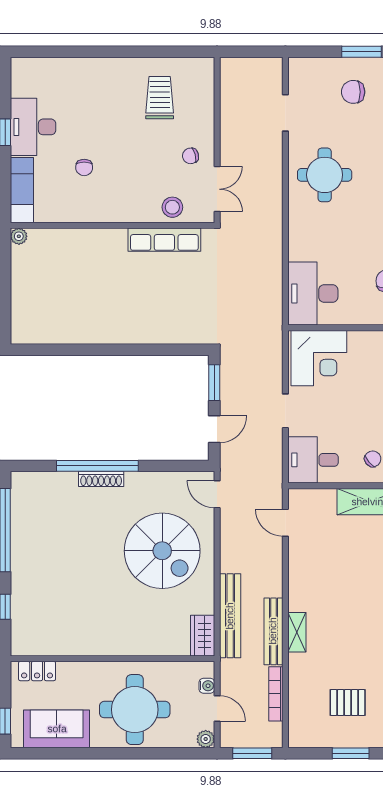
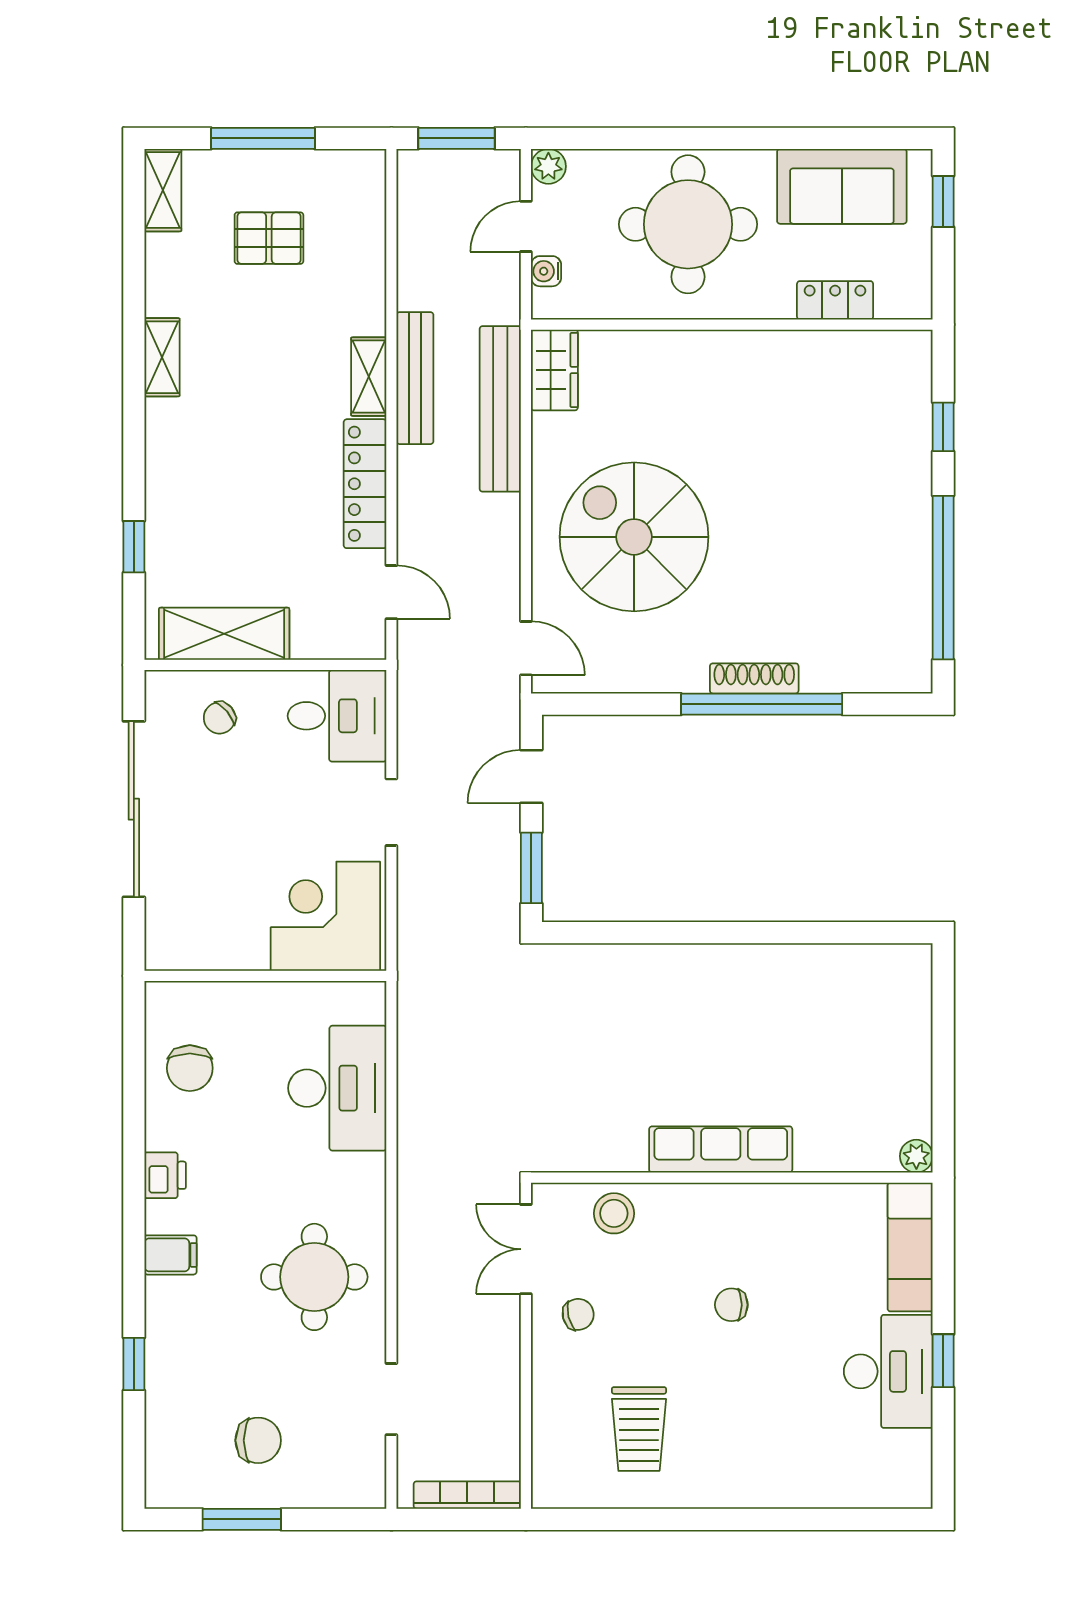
chair: (84, 167) -> (731, 1305), moved, turned -90
row of seats: (164, 240) -> (721, 1149), moved
desk: (313, 294) -> (337, 1088), moved
locker: (299, 578) -> (365, 484), added
locker: (37, 671) -> (835, 300), moved
bookcase: (276, 694) -> (467, 1495), moved, turned -90
door: (217, 708) -> (526, 226), hinge flipped
window: (351, 753) -> (263, 138), width x1.44

